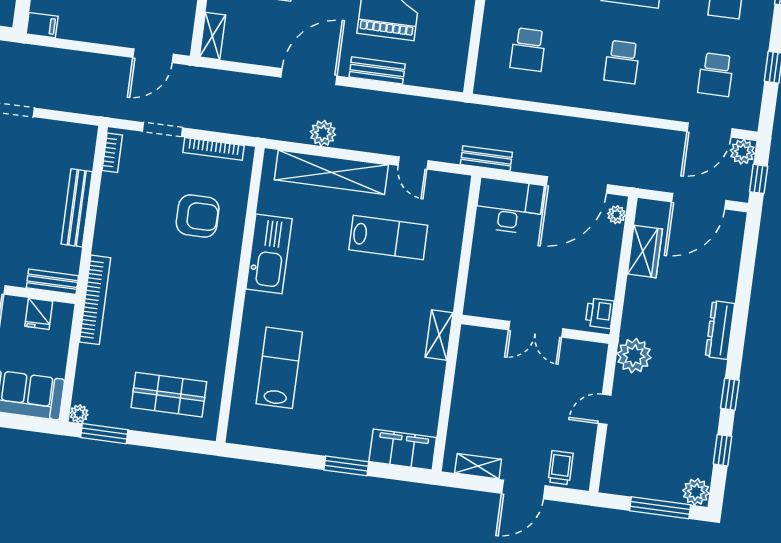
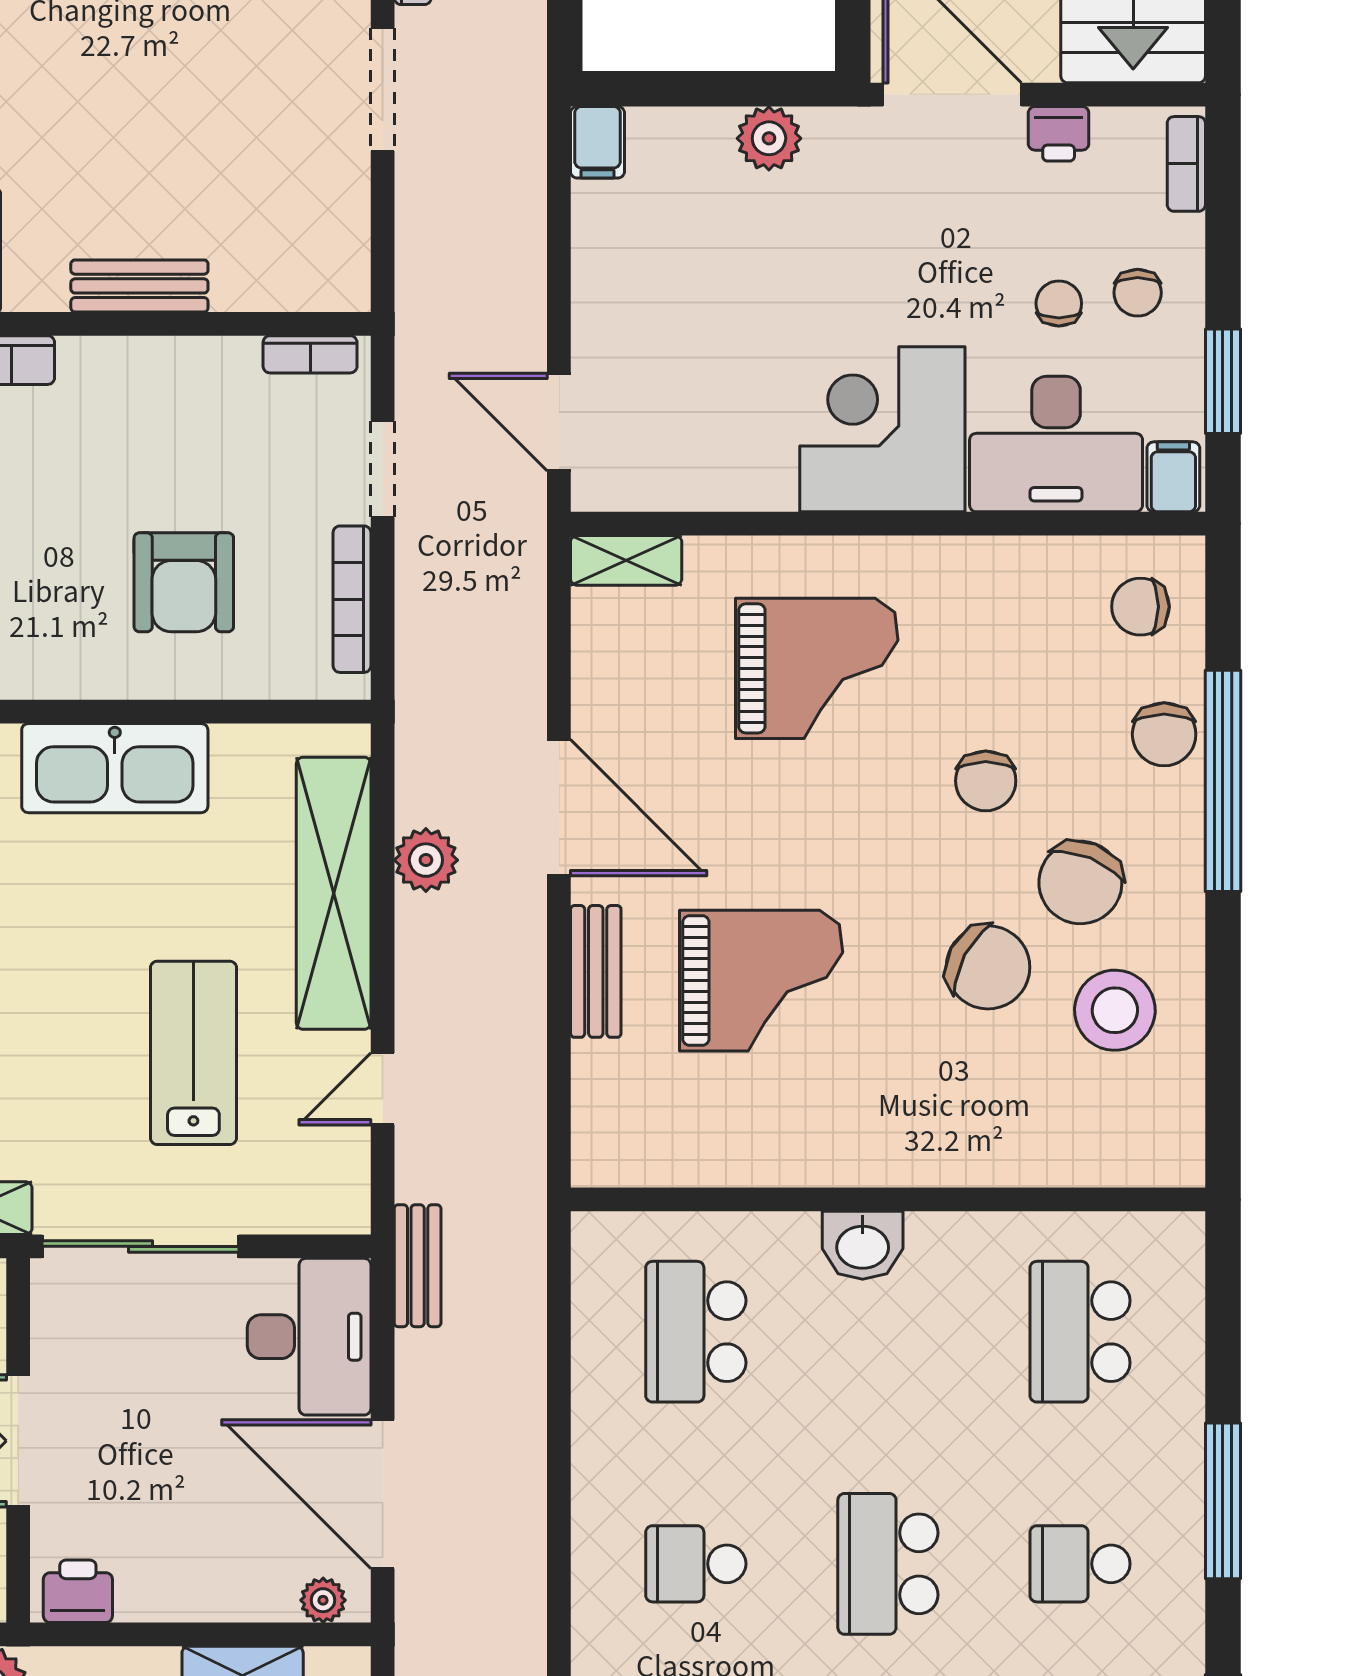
school desk: (528, 49) -> (696, 1332), width x1.85
bench: (77, 208) -> (139, 286), width x0.73
lab bench: (388, 237) -> (193, 1053), turned 180
sliding door: (464, 269) -> (141, 1246), added

